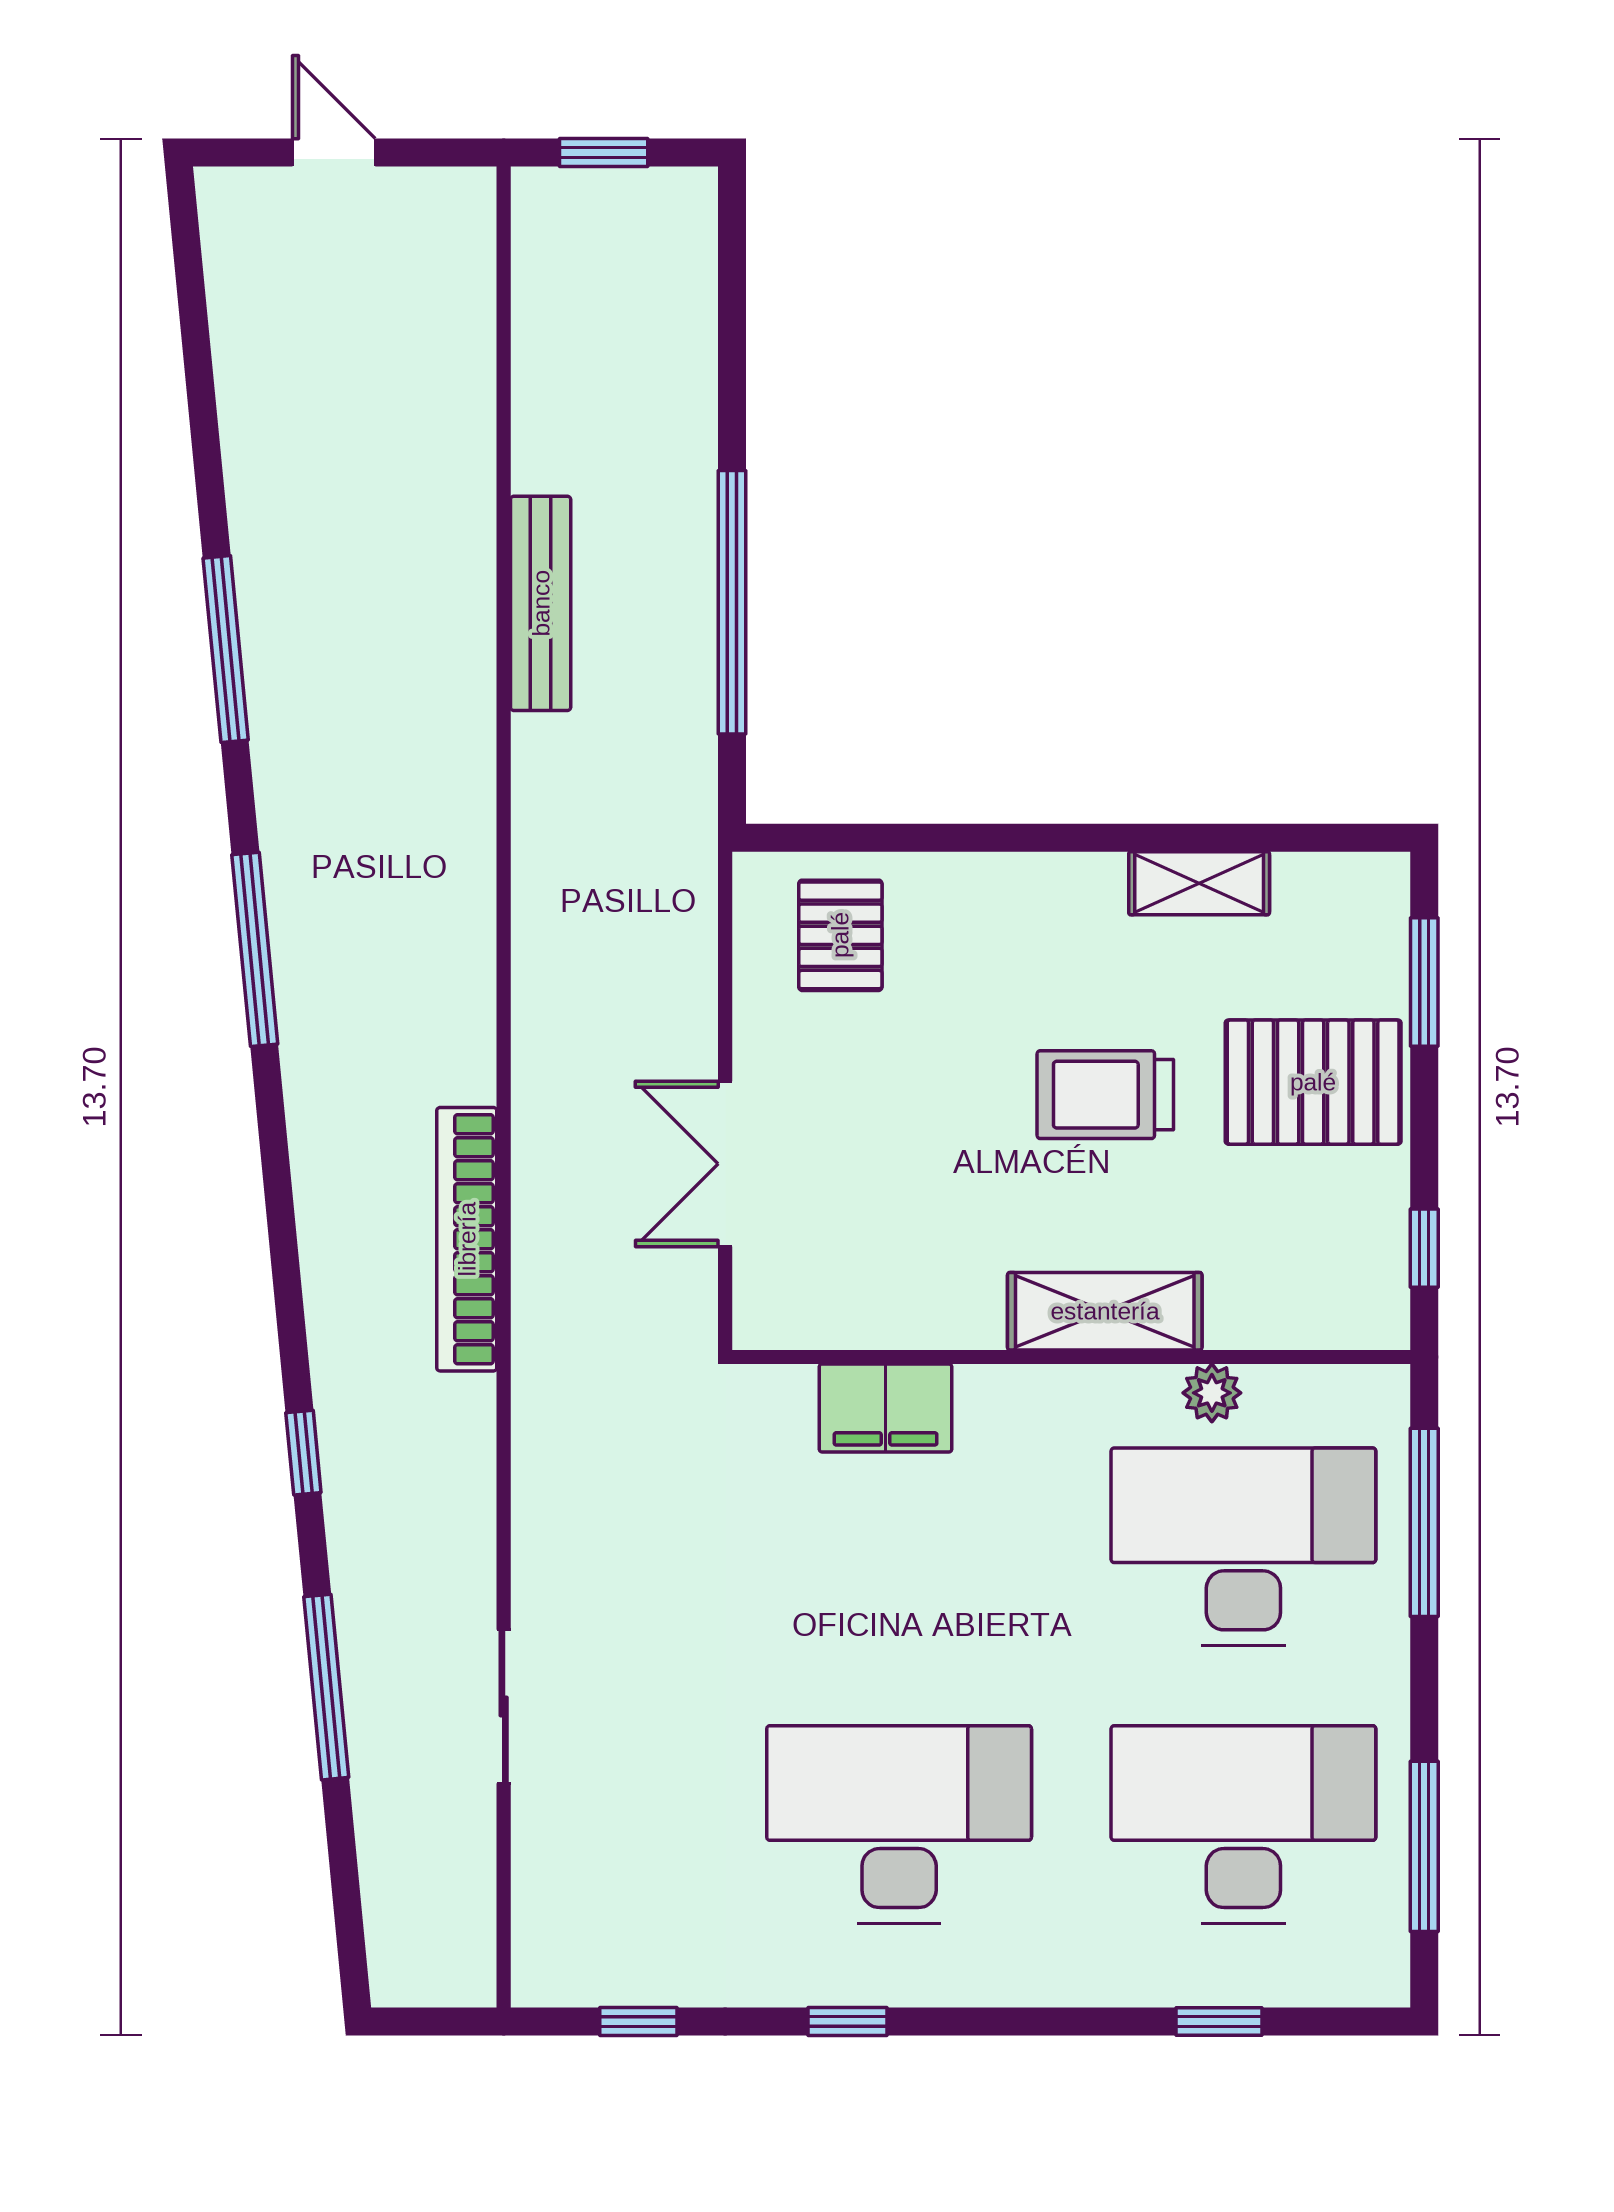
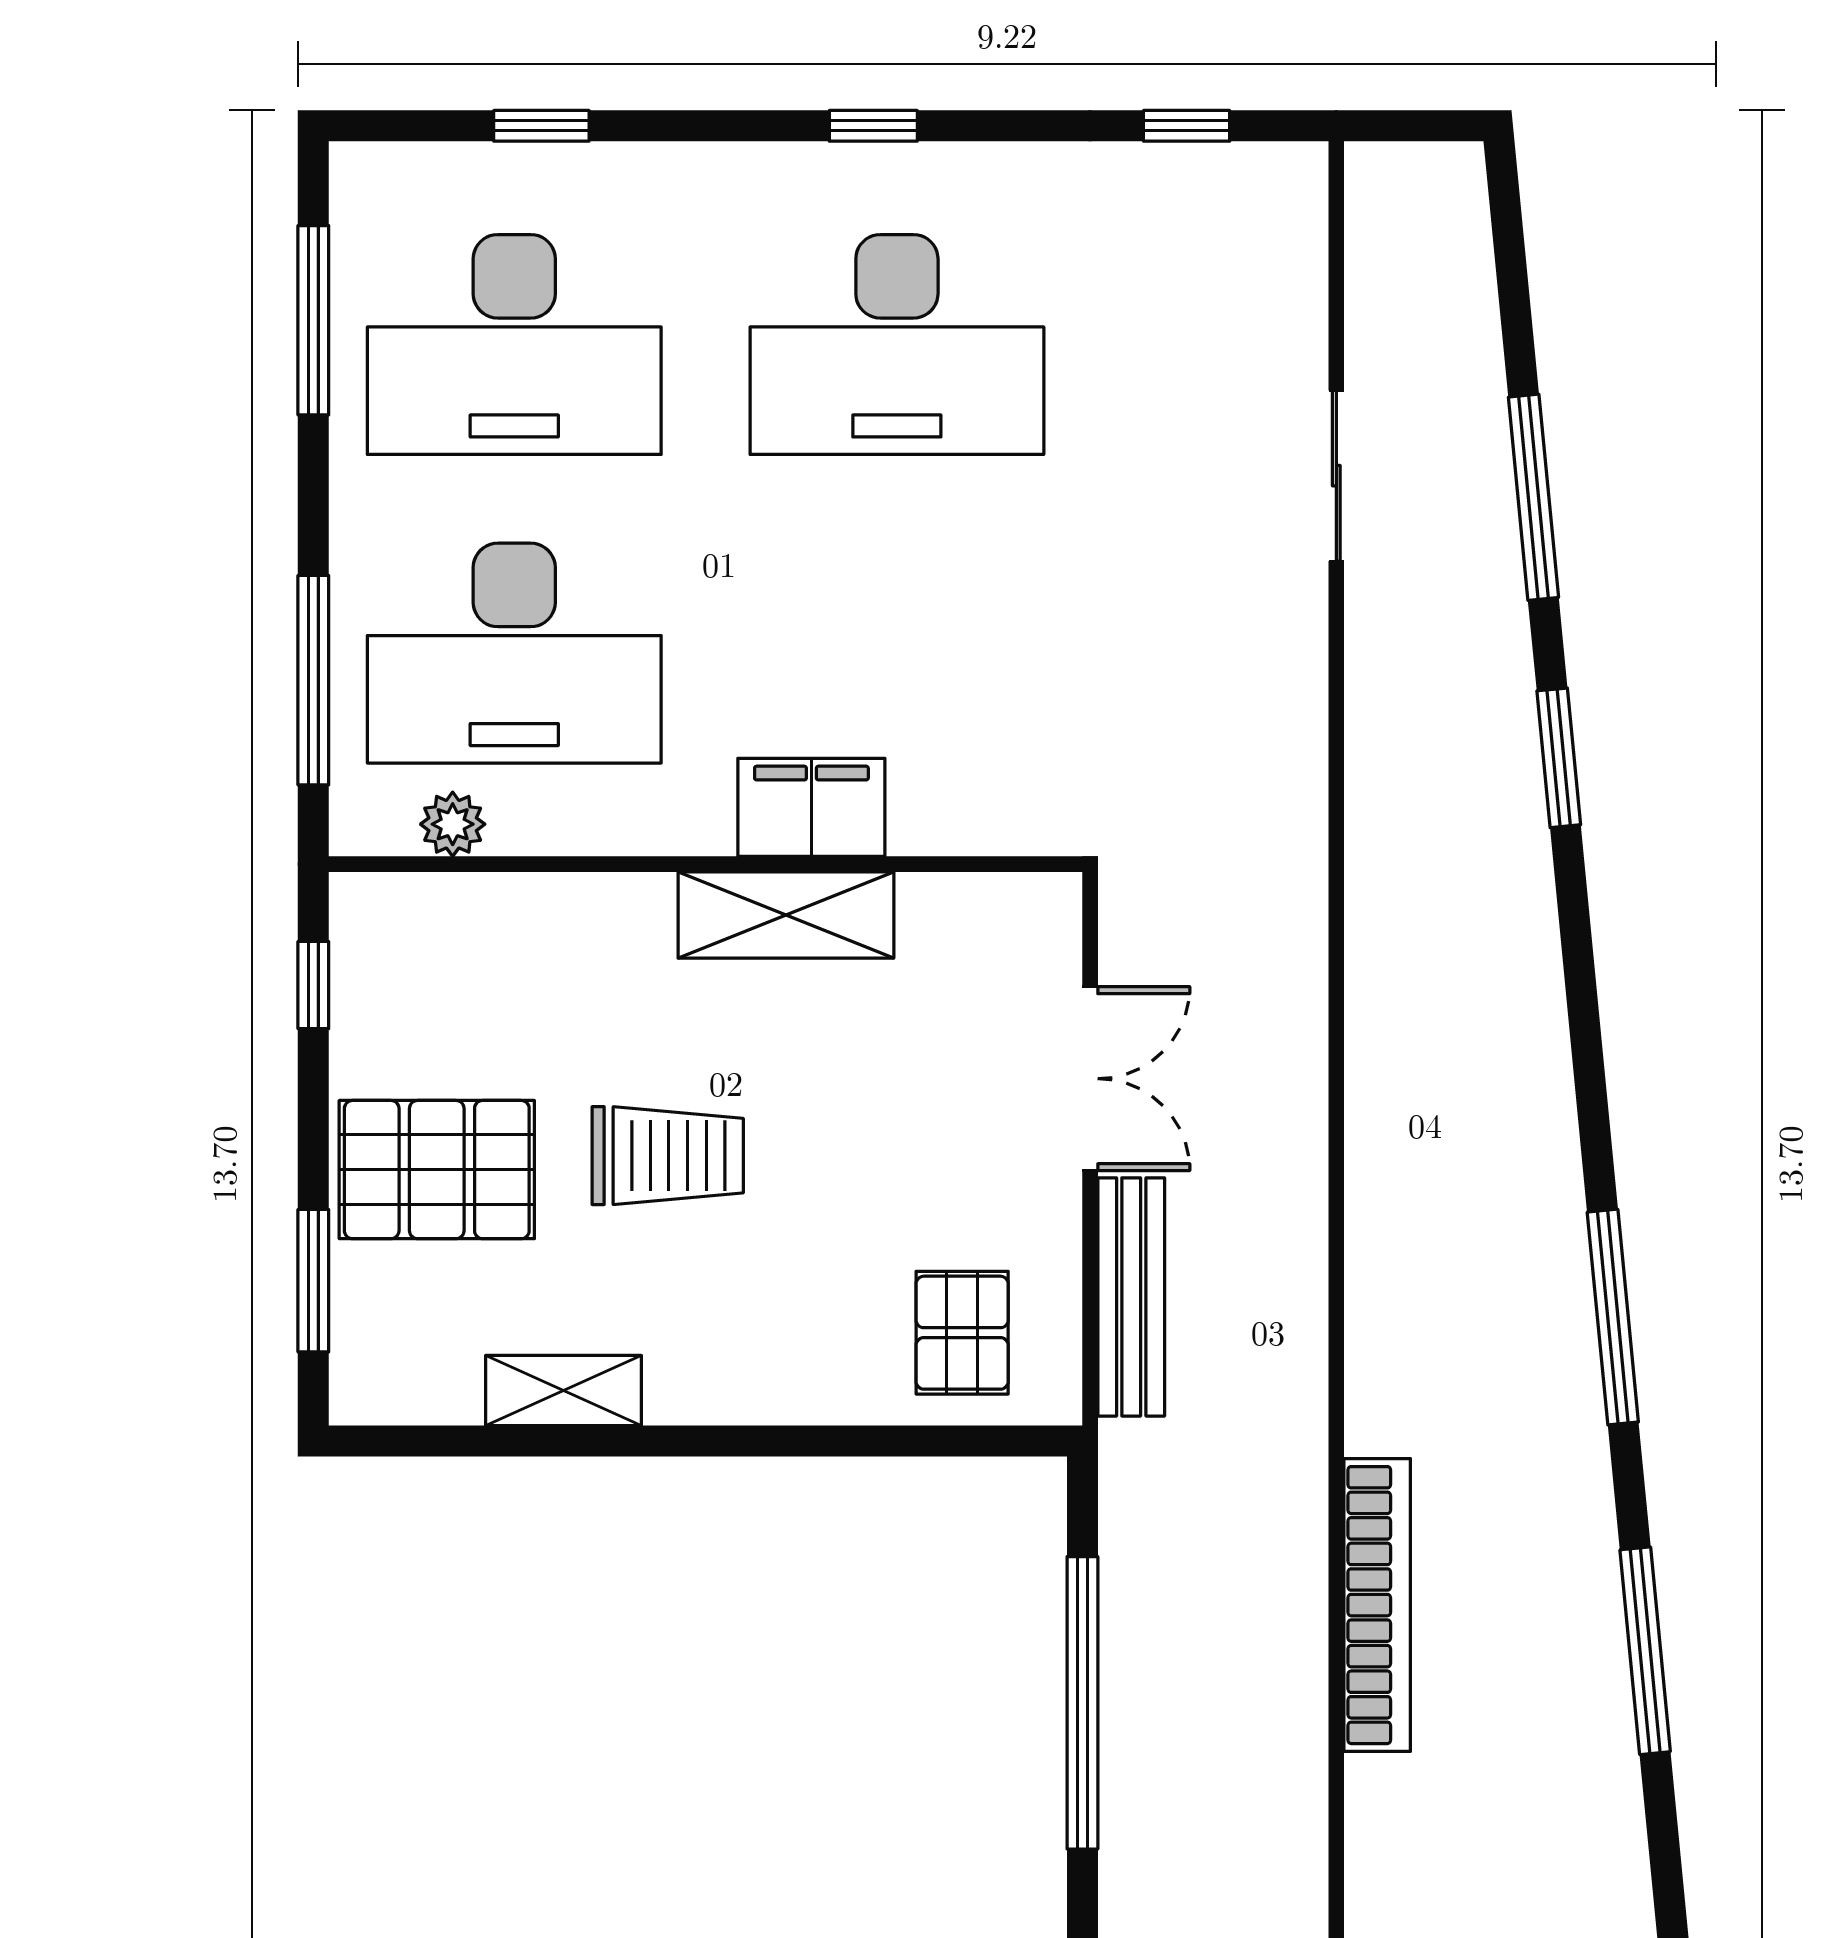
bench: (541, 603) -> (1131, 1297), moved
bookcase: (467, 1239) -> (1377, 1605), moved
shelving: (1105, 1311) -> (786, 915), moved
plant: (1212, 1393) -> (453, 824), moved
filing cabinet: (886, 1408) -> (811, 807), moved
window: (303, 1453) -> (1559, 758), width x1.50
window: (848, 2021) -> (873, 126), moved

